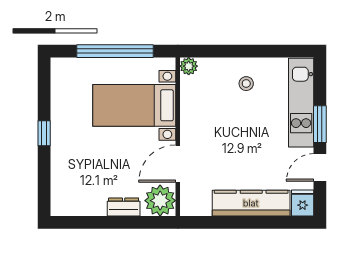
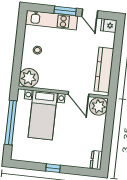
plant: (189, 66) -> (29, 78), width x1.87, depth x1.87
kitchen counter: (251, 203) -> (104, 70), moved
dresser: (124, 207) -> (96, 160), moved

